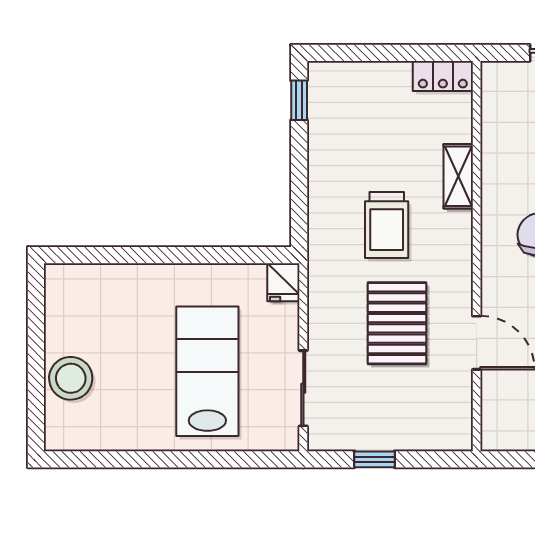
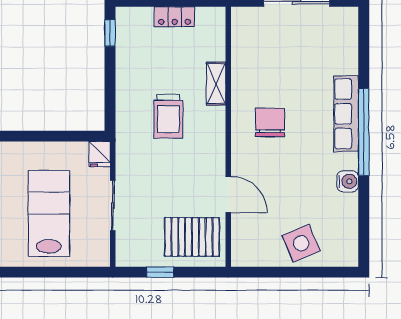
locker: (443, 76) -> (175, 17), moved
pallet: (397, 323) -> (192, 237), moved, turned 90
sliding door: (303, 388) -> (113, 205), moved

